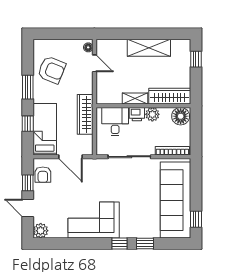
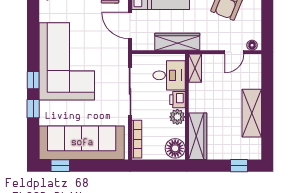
shelving: (135, 98) -> (195, 68), moved
door: (71, 157) -> (130, 25), hinge flipped
corner sofa: (94, 220) -> (67, 61), width x1.36, depth x1.36

